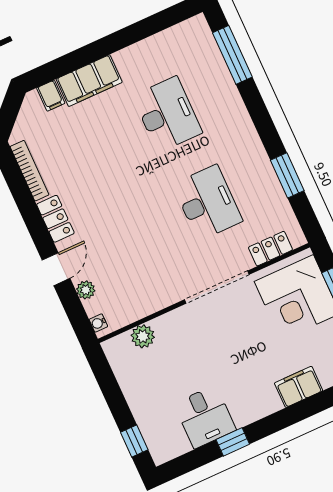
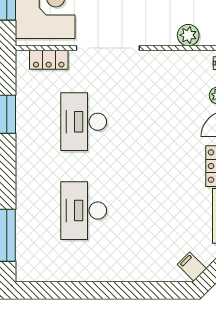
filing cabinet: (89, 81) -> (136, 268), removed
filing cabinet: (51, 96) -> (192, 267), moved, turned -45

